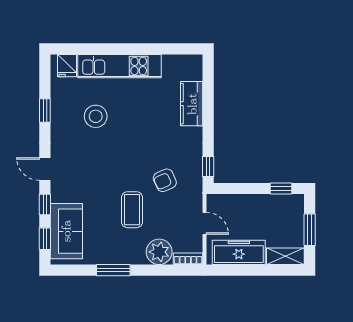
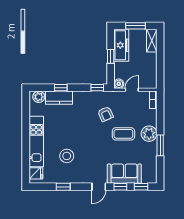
plant: (193, 70) -> (39, 97), added
window: (208, 106) -> (61, 88), added
window: (281, 188) -> (111, 56), moved
boiler: (214, 202) -> (119, 84), added
sofa: (66, 231) -> (124, 174), moved
plant: (159, 252) -> (149, 134), moved
freezer: (239, 252) -> (121, 45), moved, turned 180

